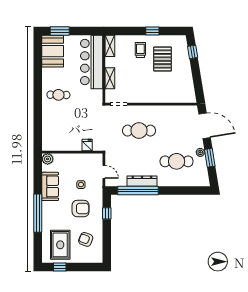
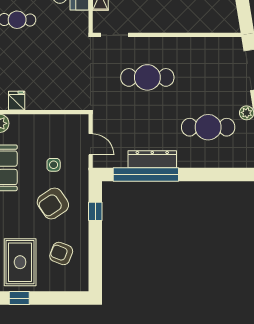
fridge: (87, 145) -> (17, 101), moved
armchair: (81, 209) -> (53, 204), turned 146

